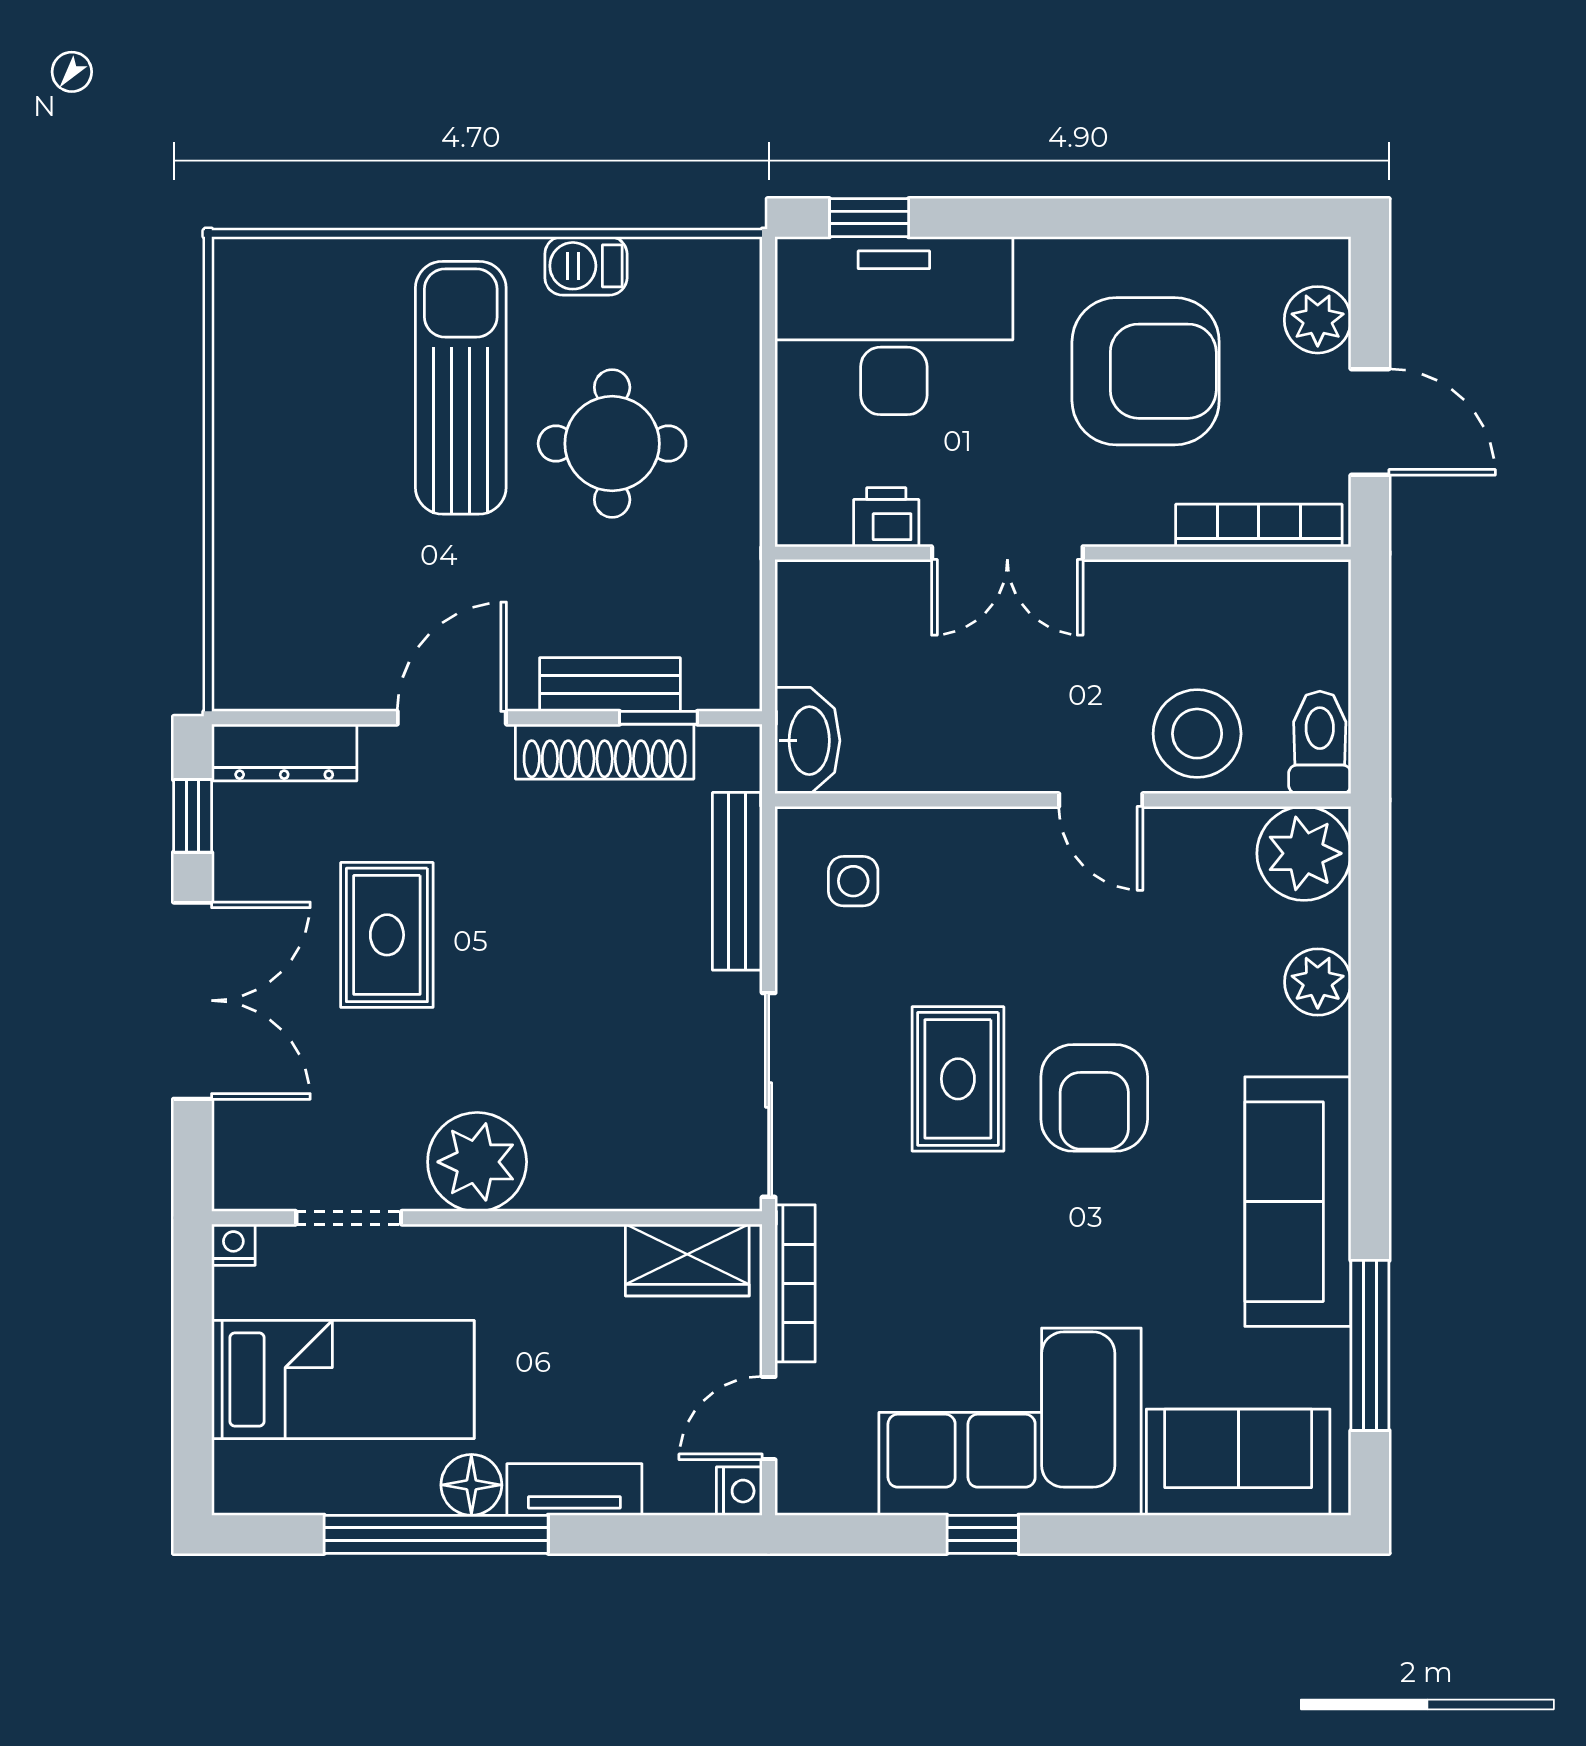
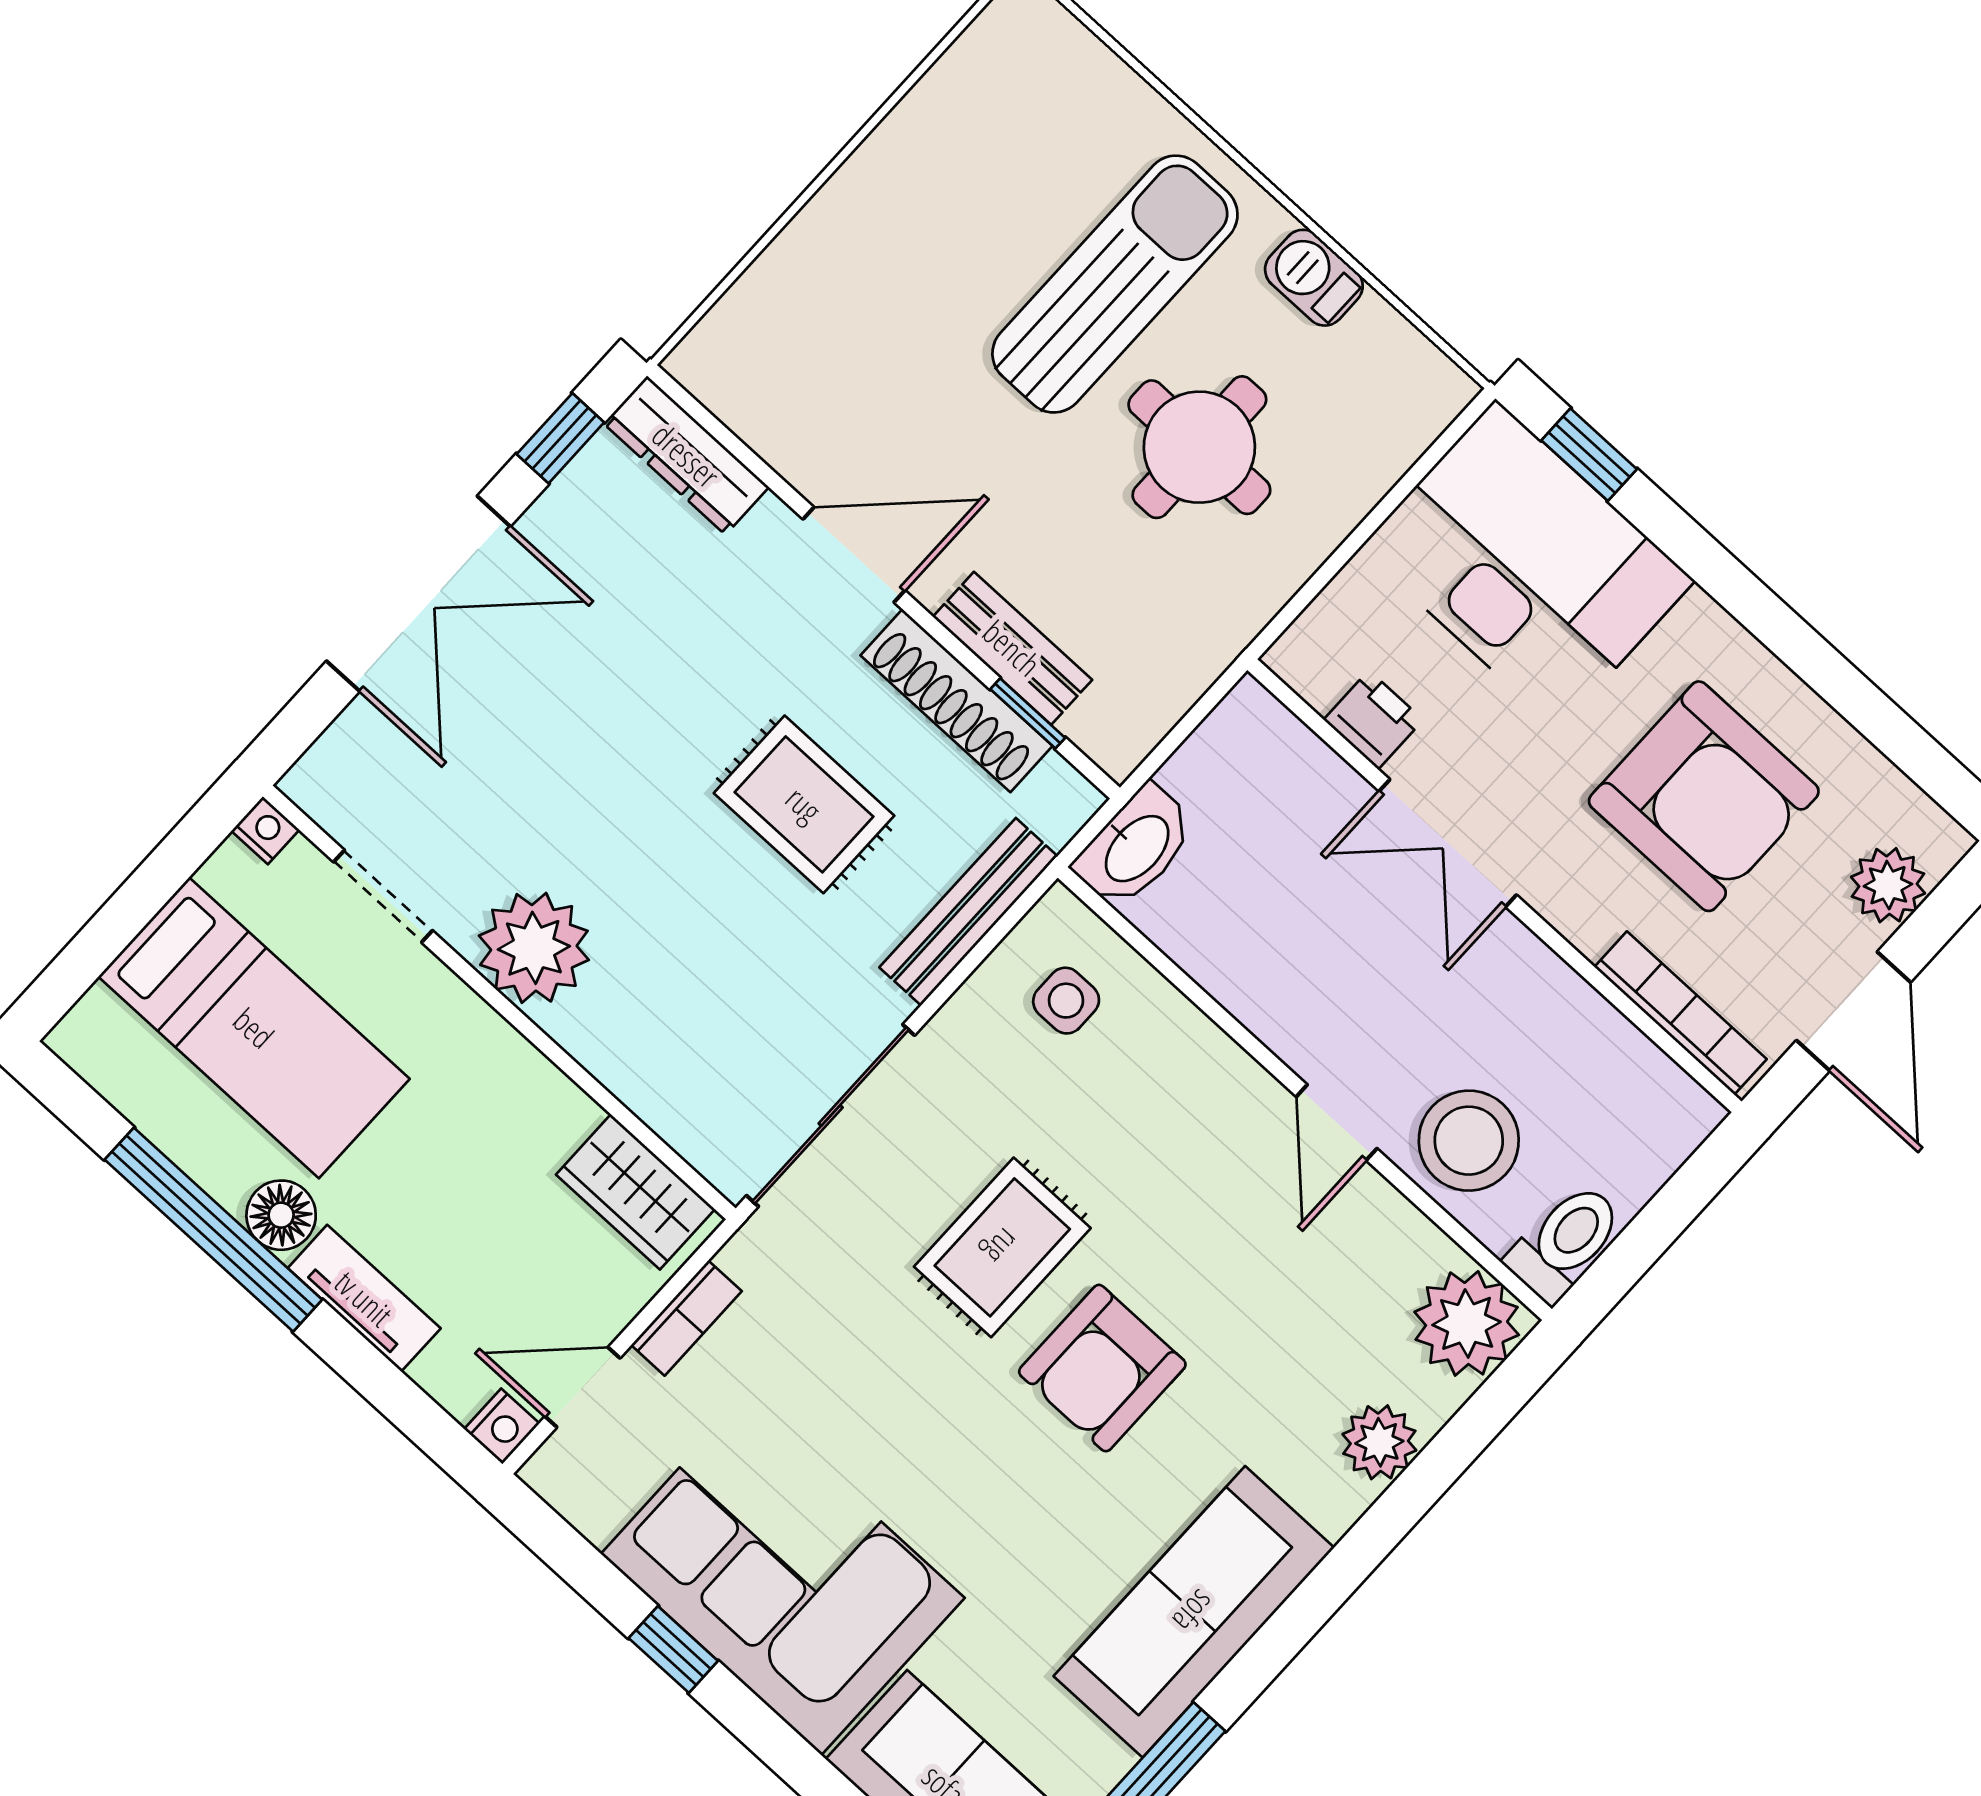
rug: (387, 935) -> (804, 804), moved, turned 90
bookcase: (795, 1283) -> (686, 1318), width x0.64

